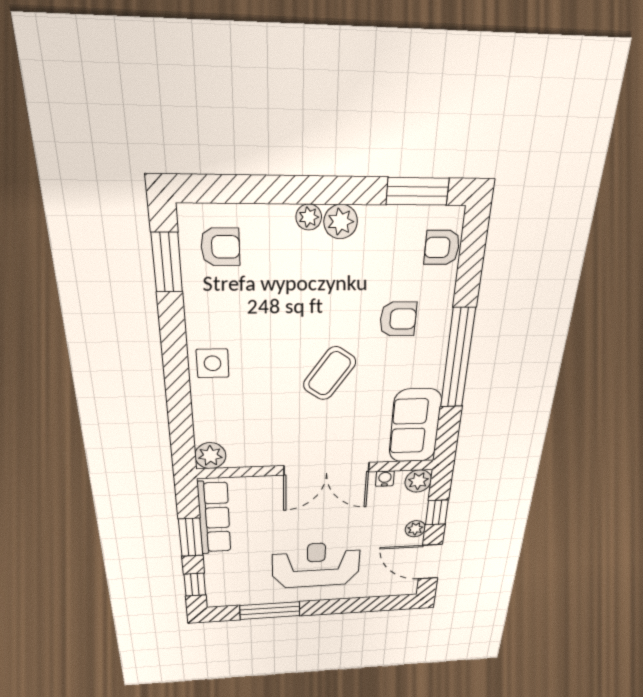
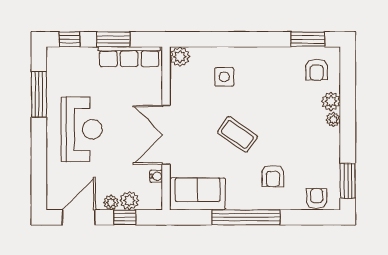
plant: (341, 222) -> (331, 101), moved
side table: (213, 363) -> (224, 77), moved
plant: (418, 481) -> (129, 201), moved

